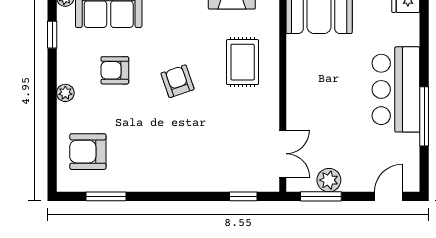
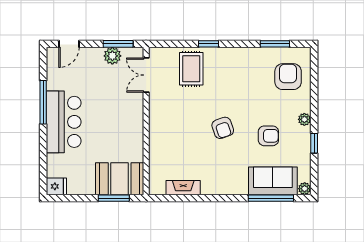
window: (52, 35) -> (314, 143), moved
rug: (243, 62) -> (191, 69), moved
armchair: (88, 152) -> (288, 77), turned -90
window: (243, 196) -> (209, 44), moved

